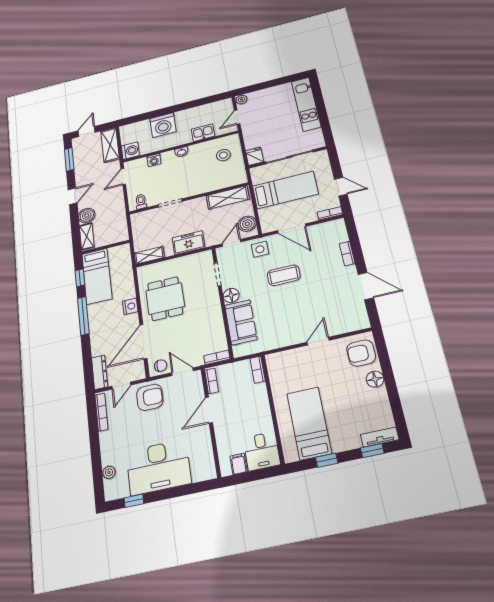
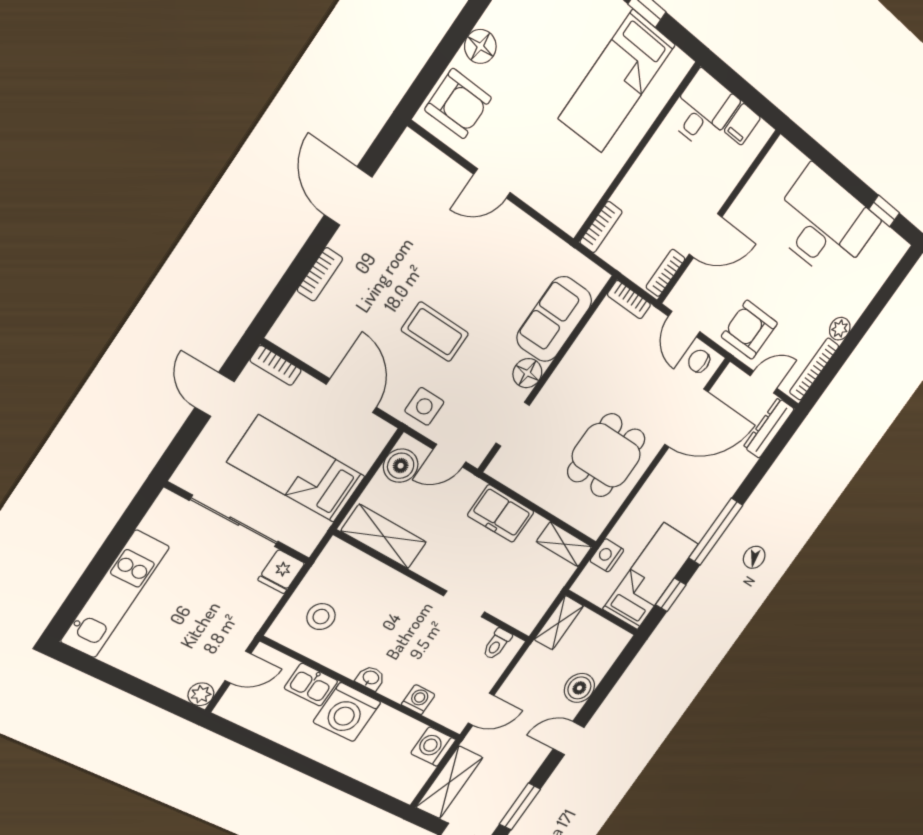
washing machine: (163, 125) -> (347, 712), moved, turned 180
shelving: (87, 236) -> (559, 623), moved
nightstand: (130, 306) -> (607, 555), moved
plant: (109, 472) -> (840, 329), moved

